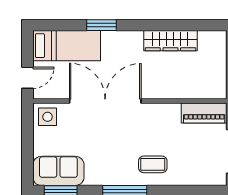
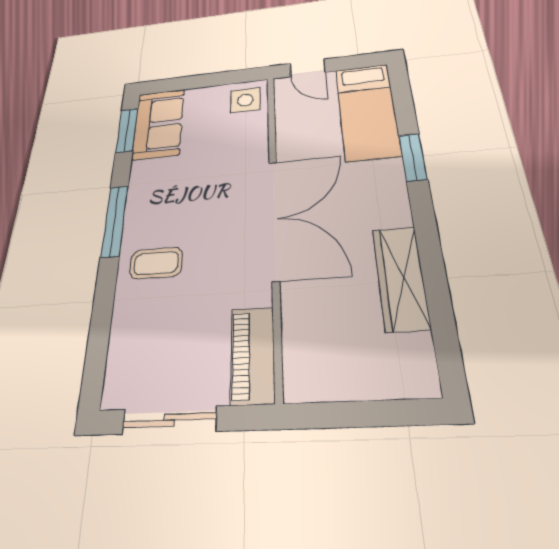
double door: (105, 101) -> (274, 219), moved
coffee table: (153, 164) -> (156, 263), turned 90

